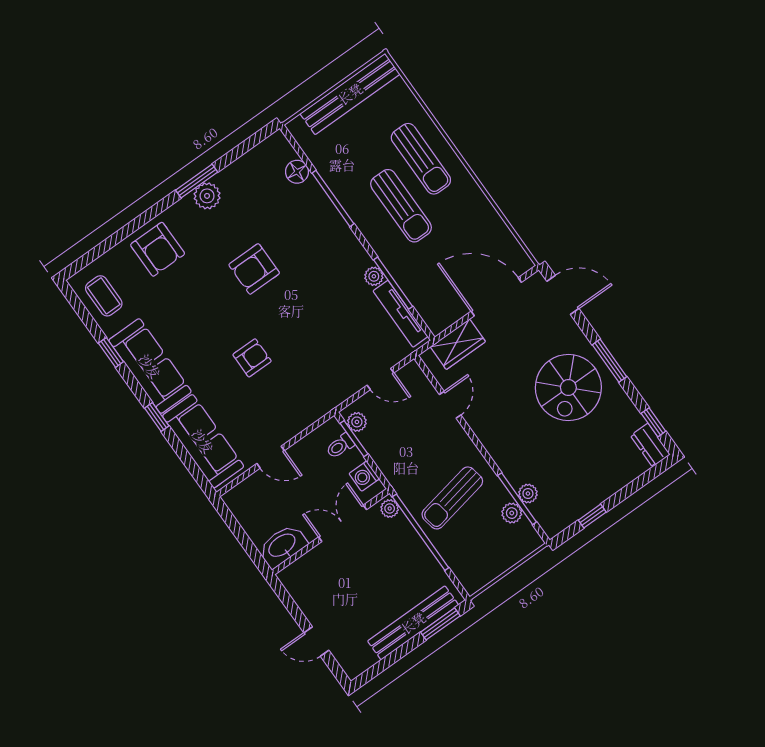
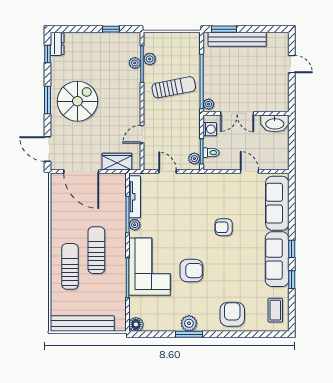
floor lamp: (297, 172) -> (136, 324), moved
corner sofa: (314, 234) -> (150, 267), added
window: (157, 417) -> (292, 249), moved

